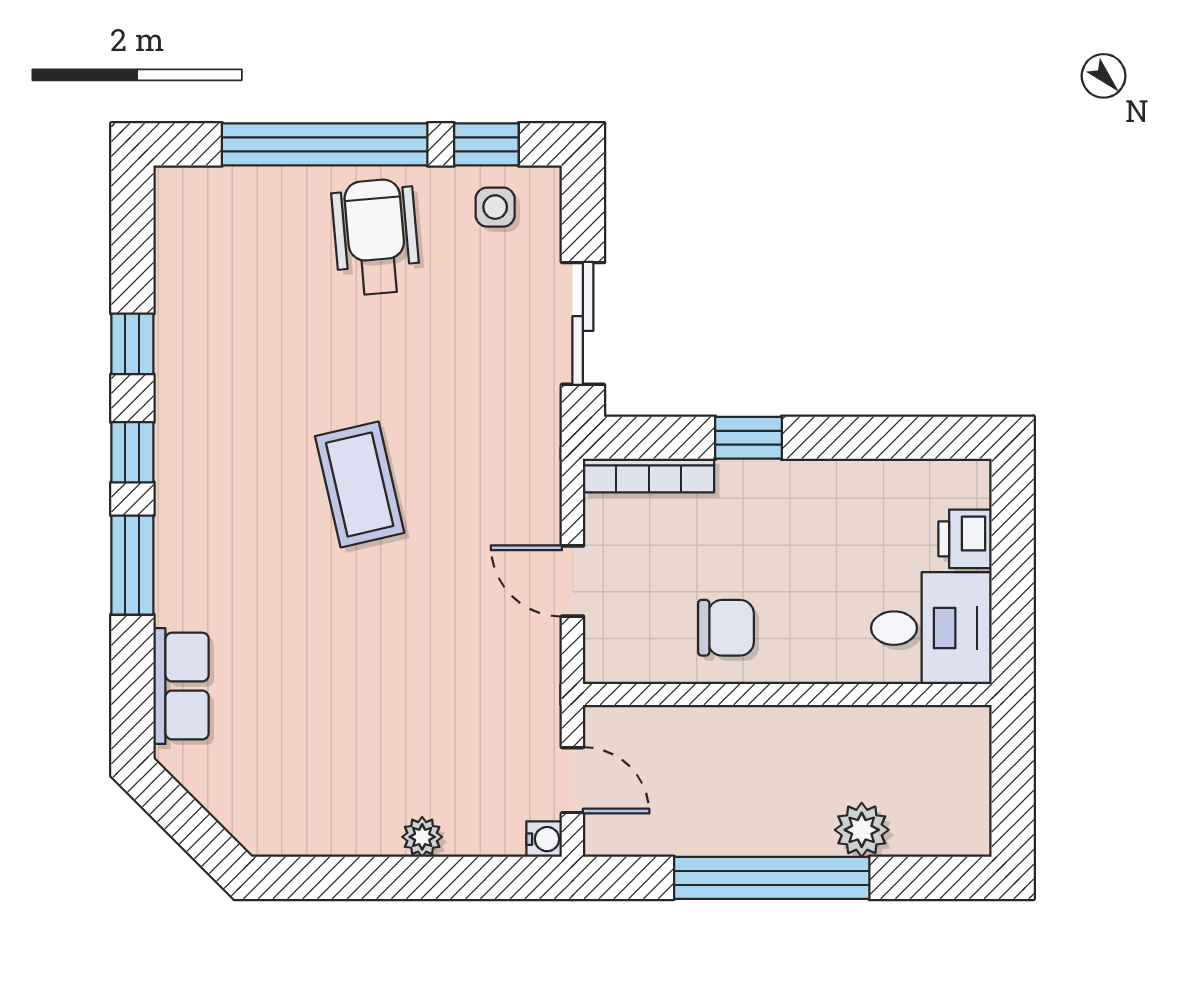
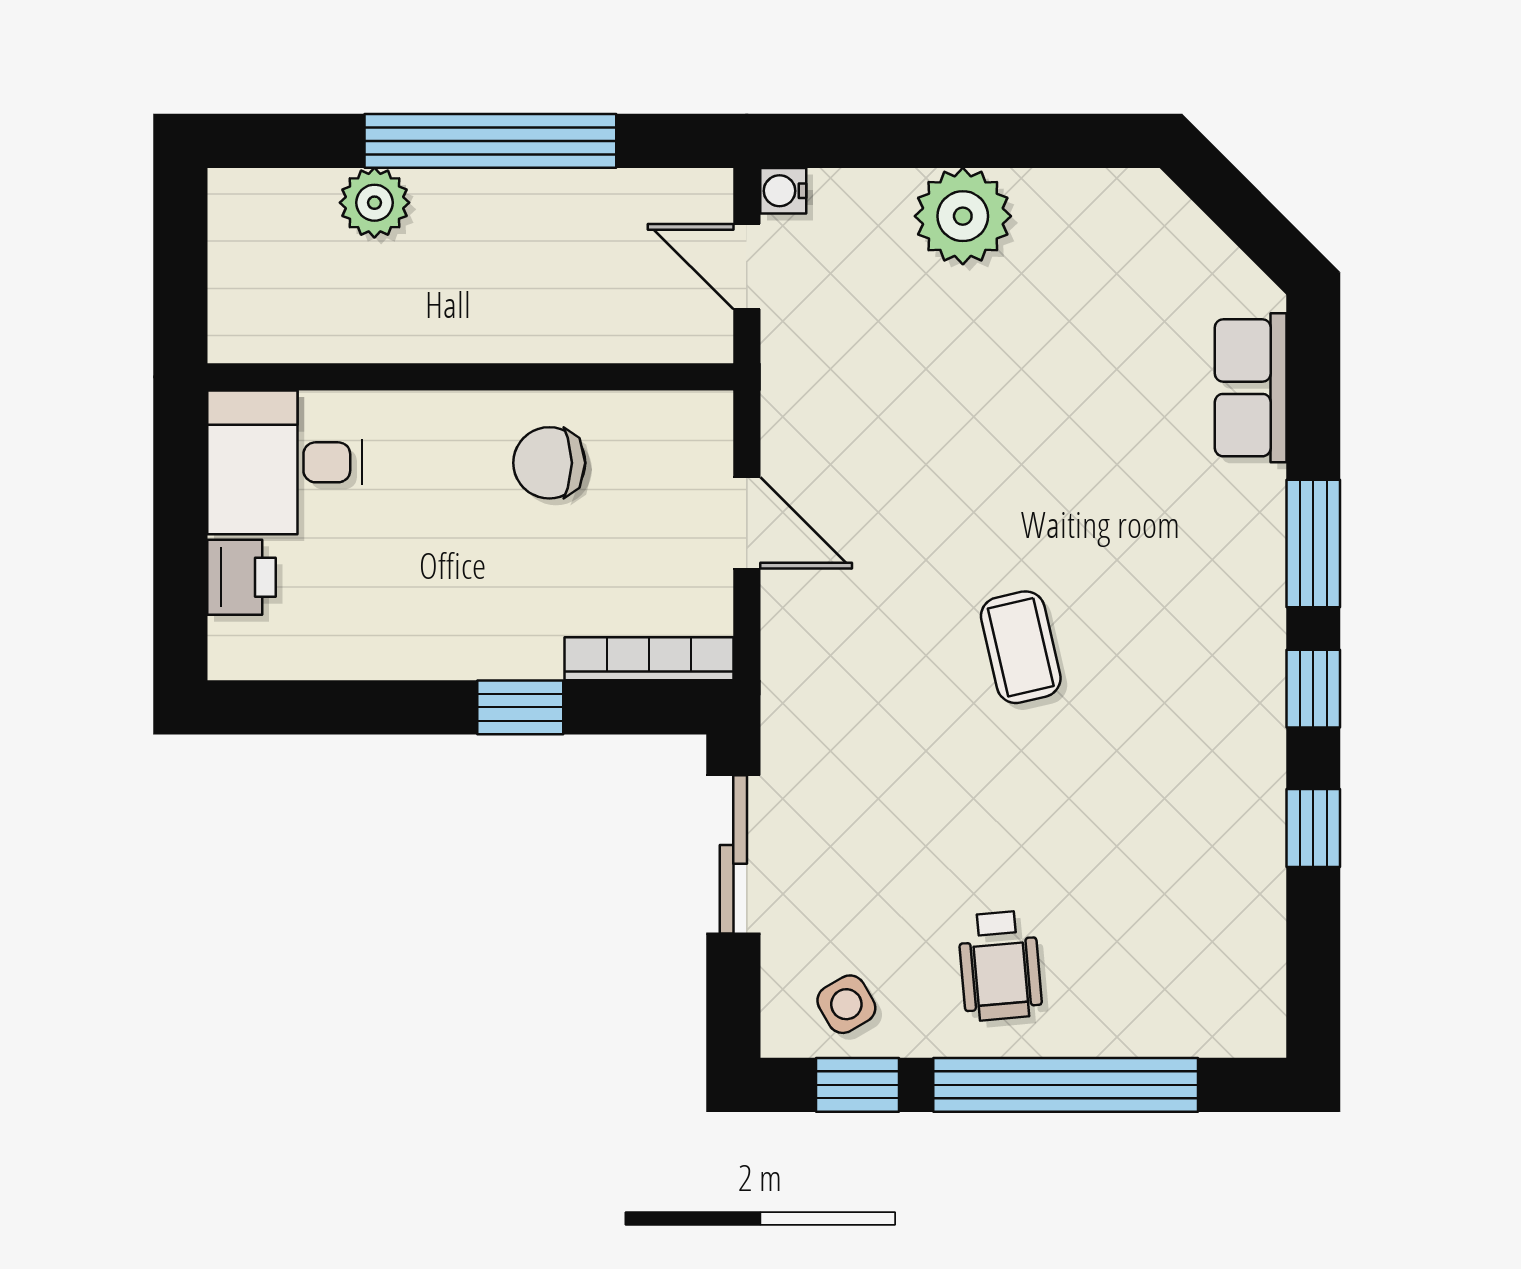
side table: (495, 207) -> (846, 1004), turned -30
wheelchair: (376, 237) -> (1000, 966), width x0.73, depth x0.73
coffee table: (360, 484) -> (1021, 647), width x0.73, depth x0.77
plant: (422, 837) -> (963, 216), width x1.88, depth x1.88

